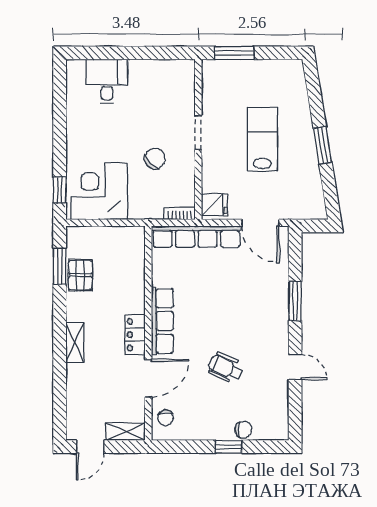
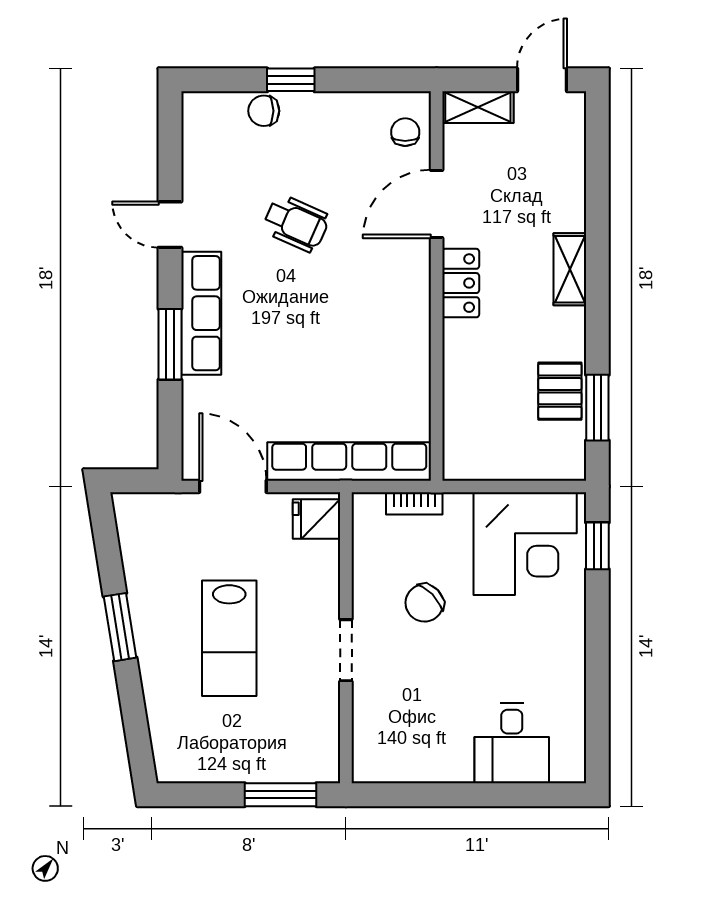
bookcase: (180, 213) -> (414, 503), moved
row of seats: (162, 321) -> (201, 313), moved, turned 180

